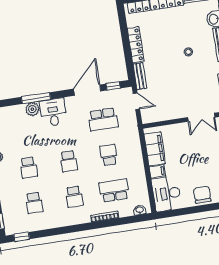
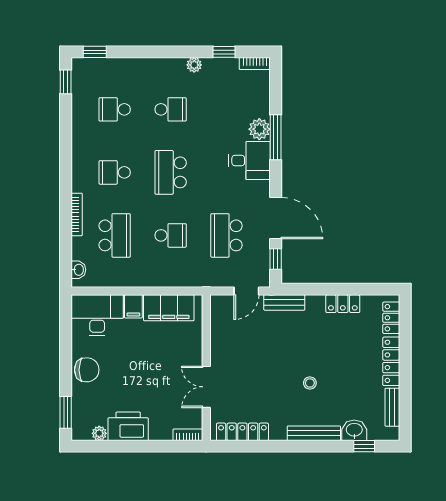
locker: (136, 45) -> (343, 304), width x0.66
school desk: (69, 161) -> (171, 172), width x1.85
school desk: (29, 167) -> (171, 109), turned 180

